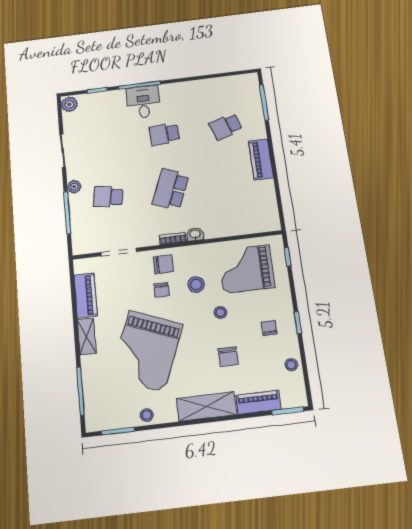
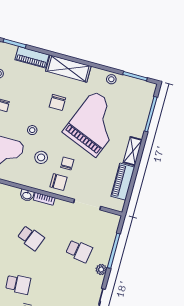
school desk: (171, 189) -> (31, 238), width x0.54
chair: (163, 264) -> (59, 182), turned 180
chair: (228, 357) -> (57, 102), moved, turned 180

